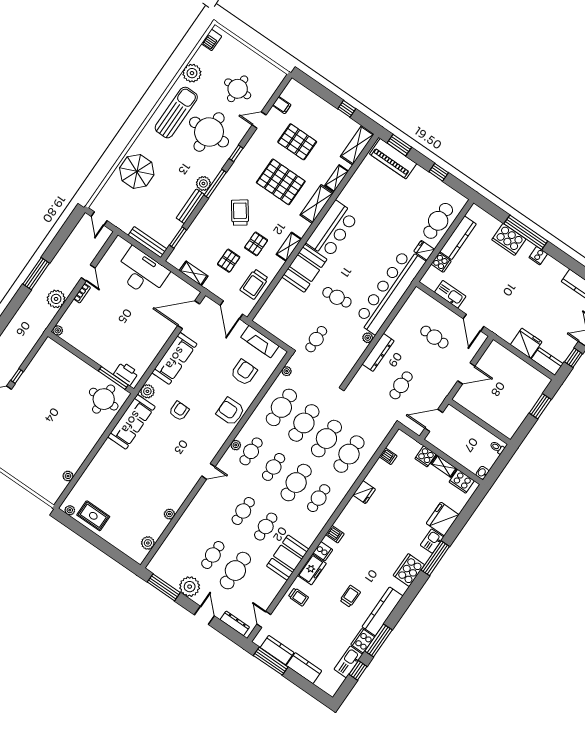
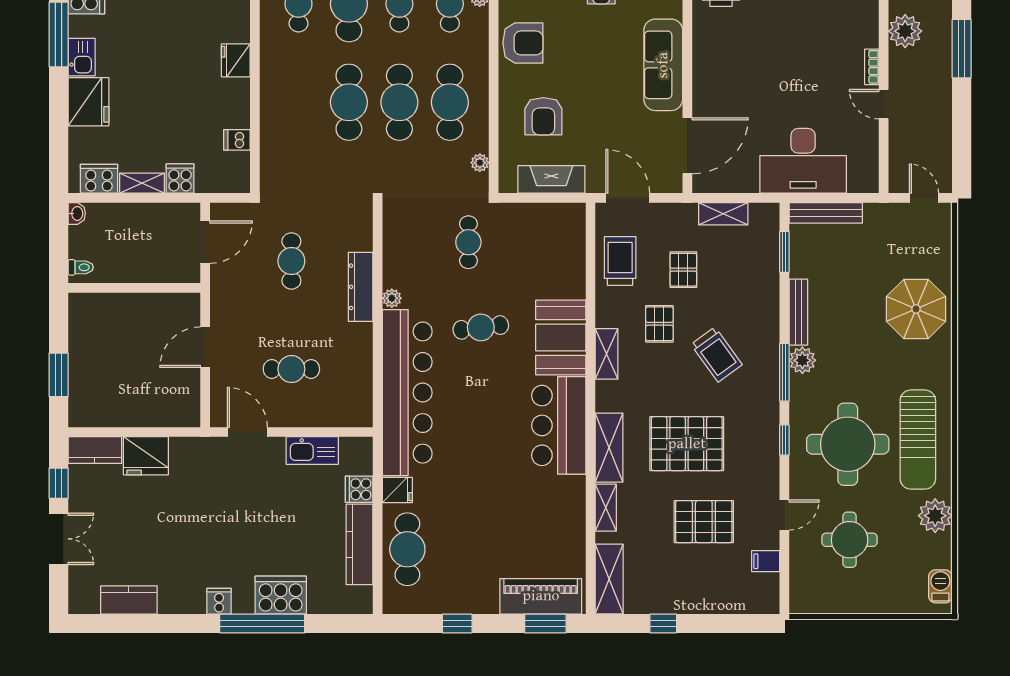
cafe table: (349, 454) -> (298, 102), removed

